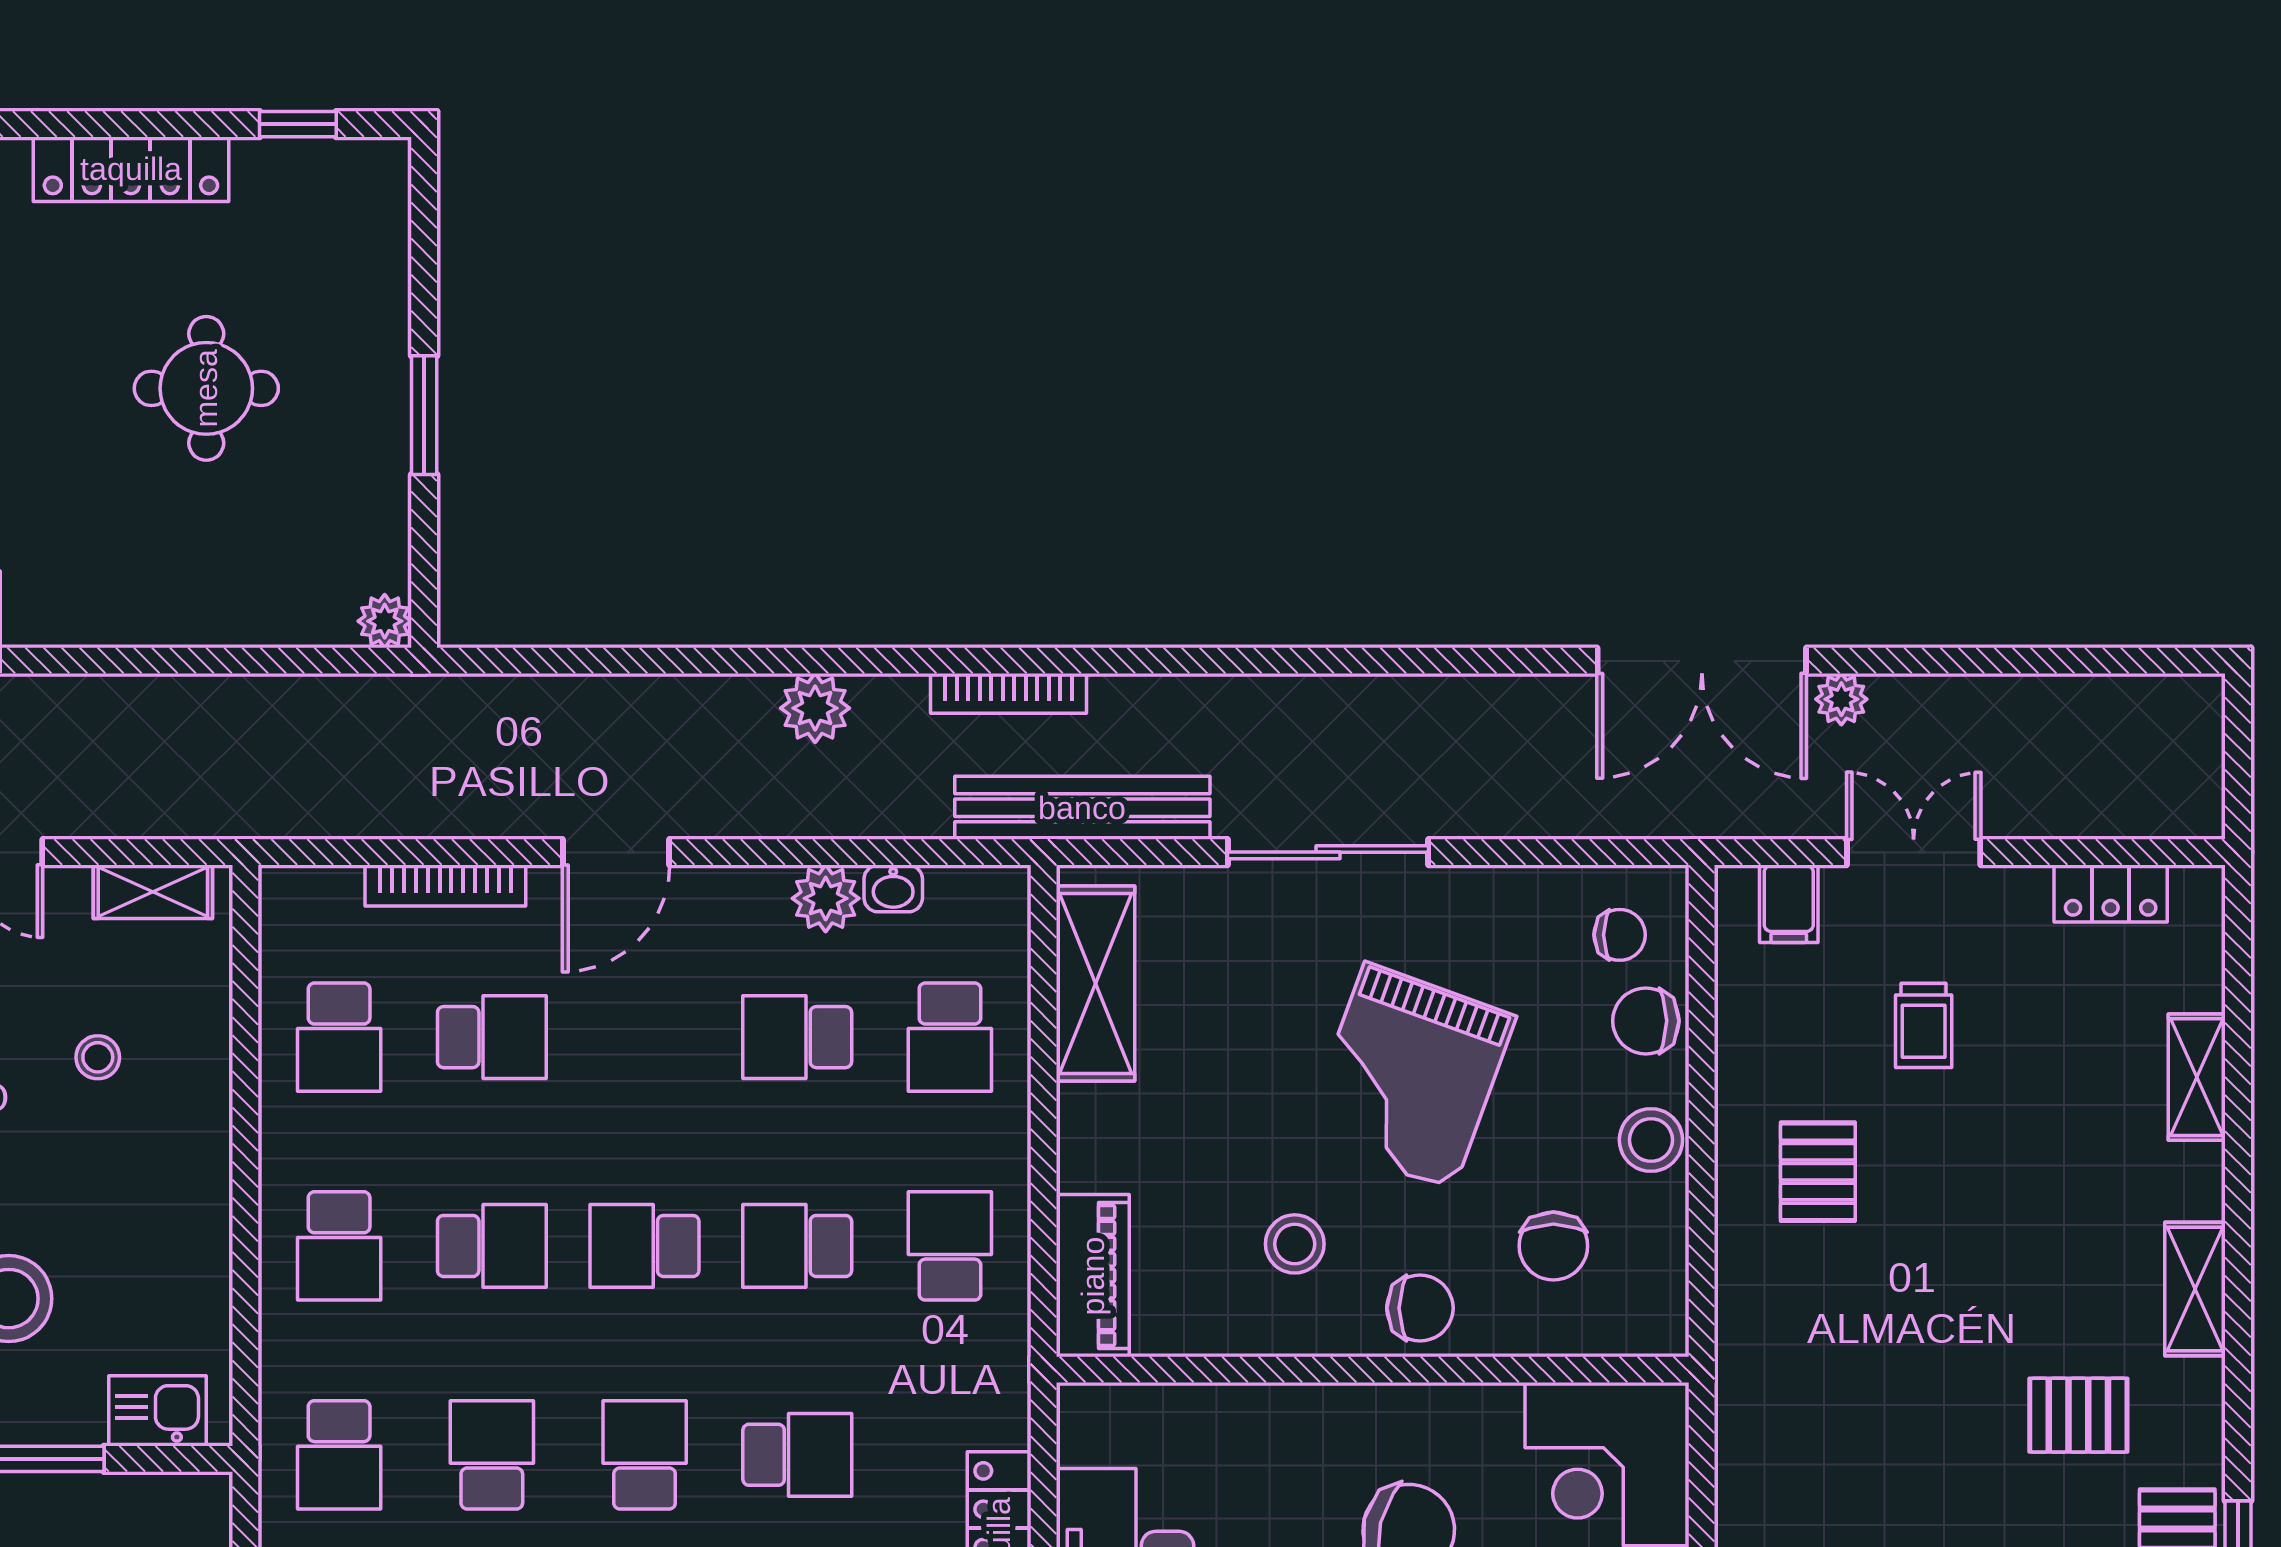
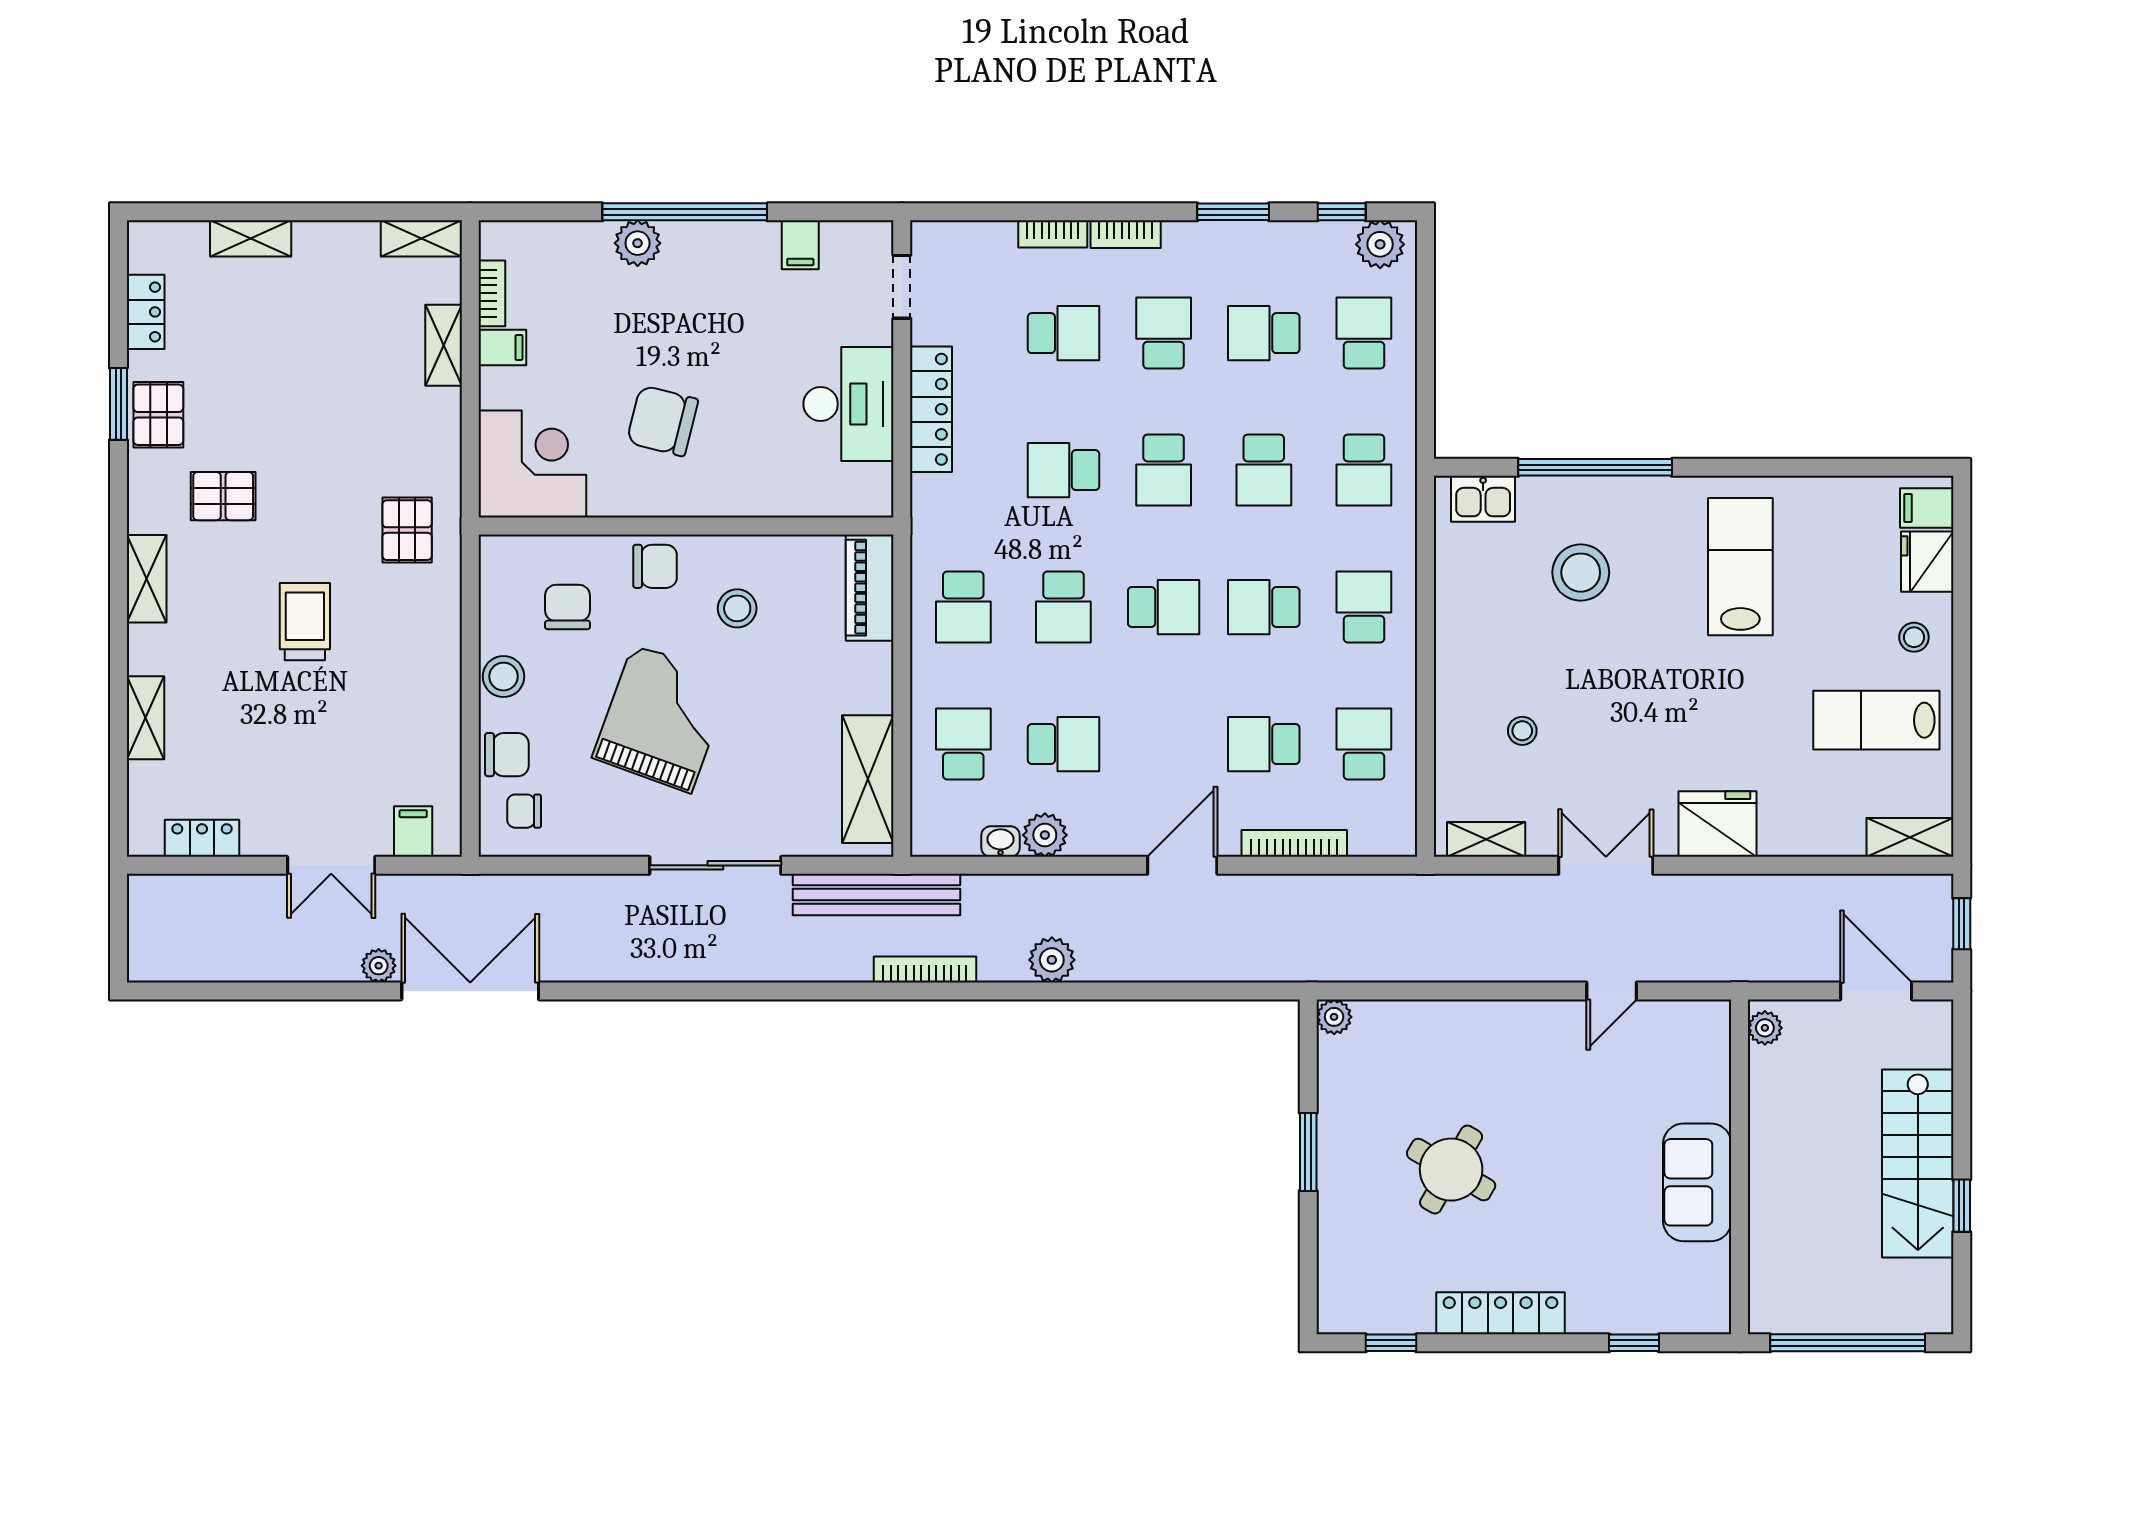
round table: (206, 388) -> (1451, 1170), turned 30
trolley: (1924, 1025) -> (305, 622), moved, width x1.36, depth x1.39
pallet: (1818, 1172) -> (407, 530), moved
school desk: (797, 1246) -> (1063, 607), turned 90
chair: (1420, 1308) -> (655, 566), turned 180
school desk: (339, 1455) -> (1364, 470), turned 180

